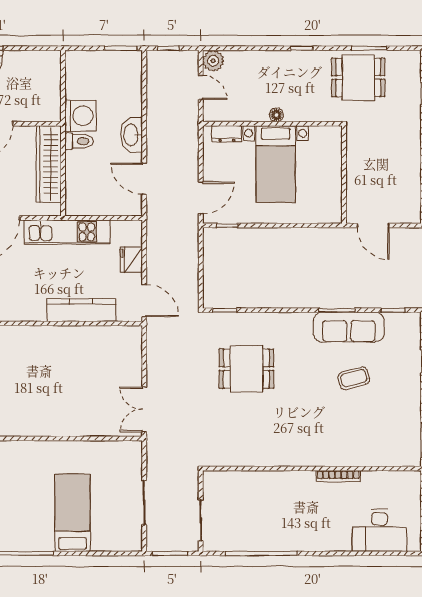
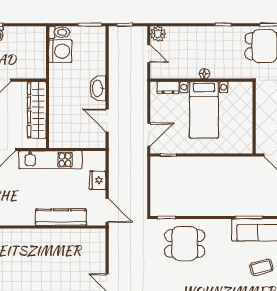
washing machine: (80, 116) -> (60, 51), moved
toilet: (79, 141) -> (59, 32), moved
dining table: (246, 369) -> (185, 243), moved

